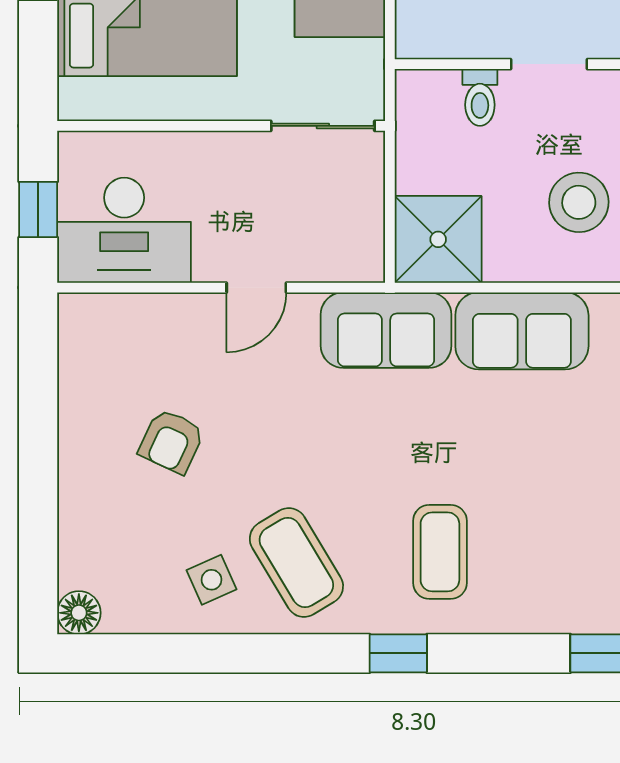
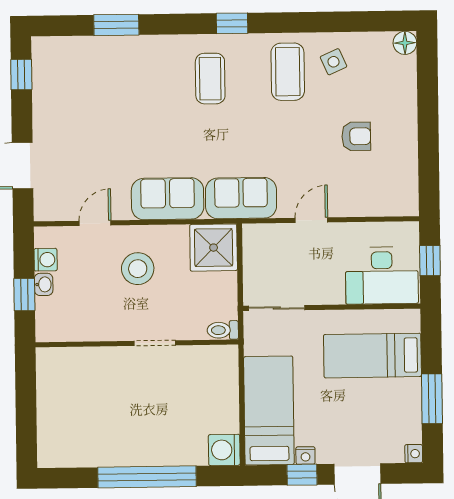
toilet: (480, 97) -> (223, 330), moved, turned -90
desk: (124, 230) -> (382, 276), moved, turned 180
armchair: (171, 441) -> (356, 136), turned 65
coffee table: (296, 563) -> (288, 72), turned 31

